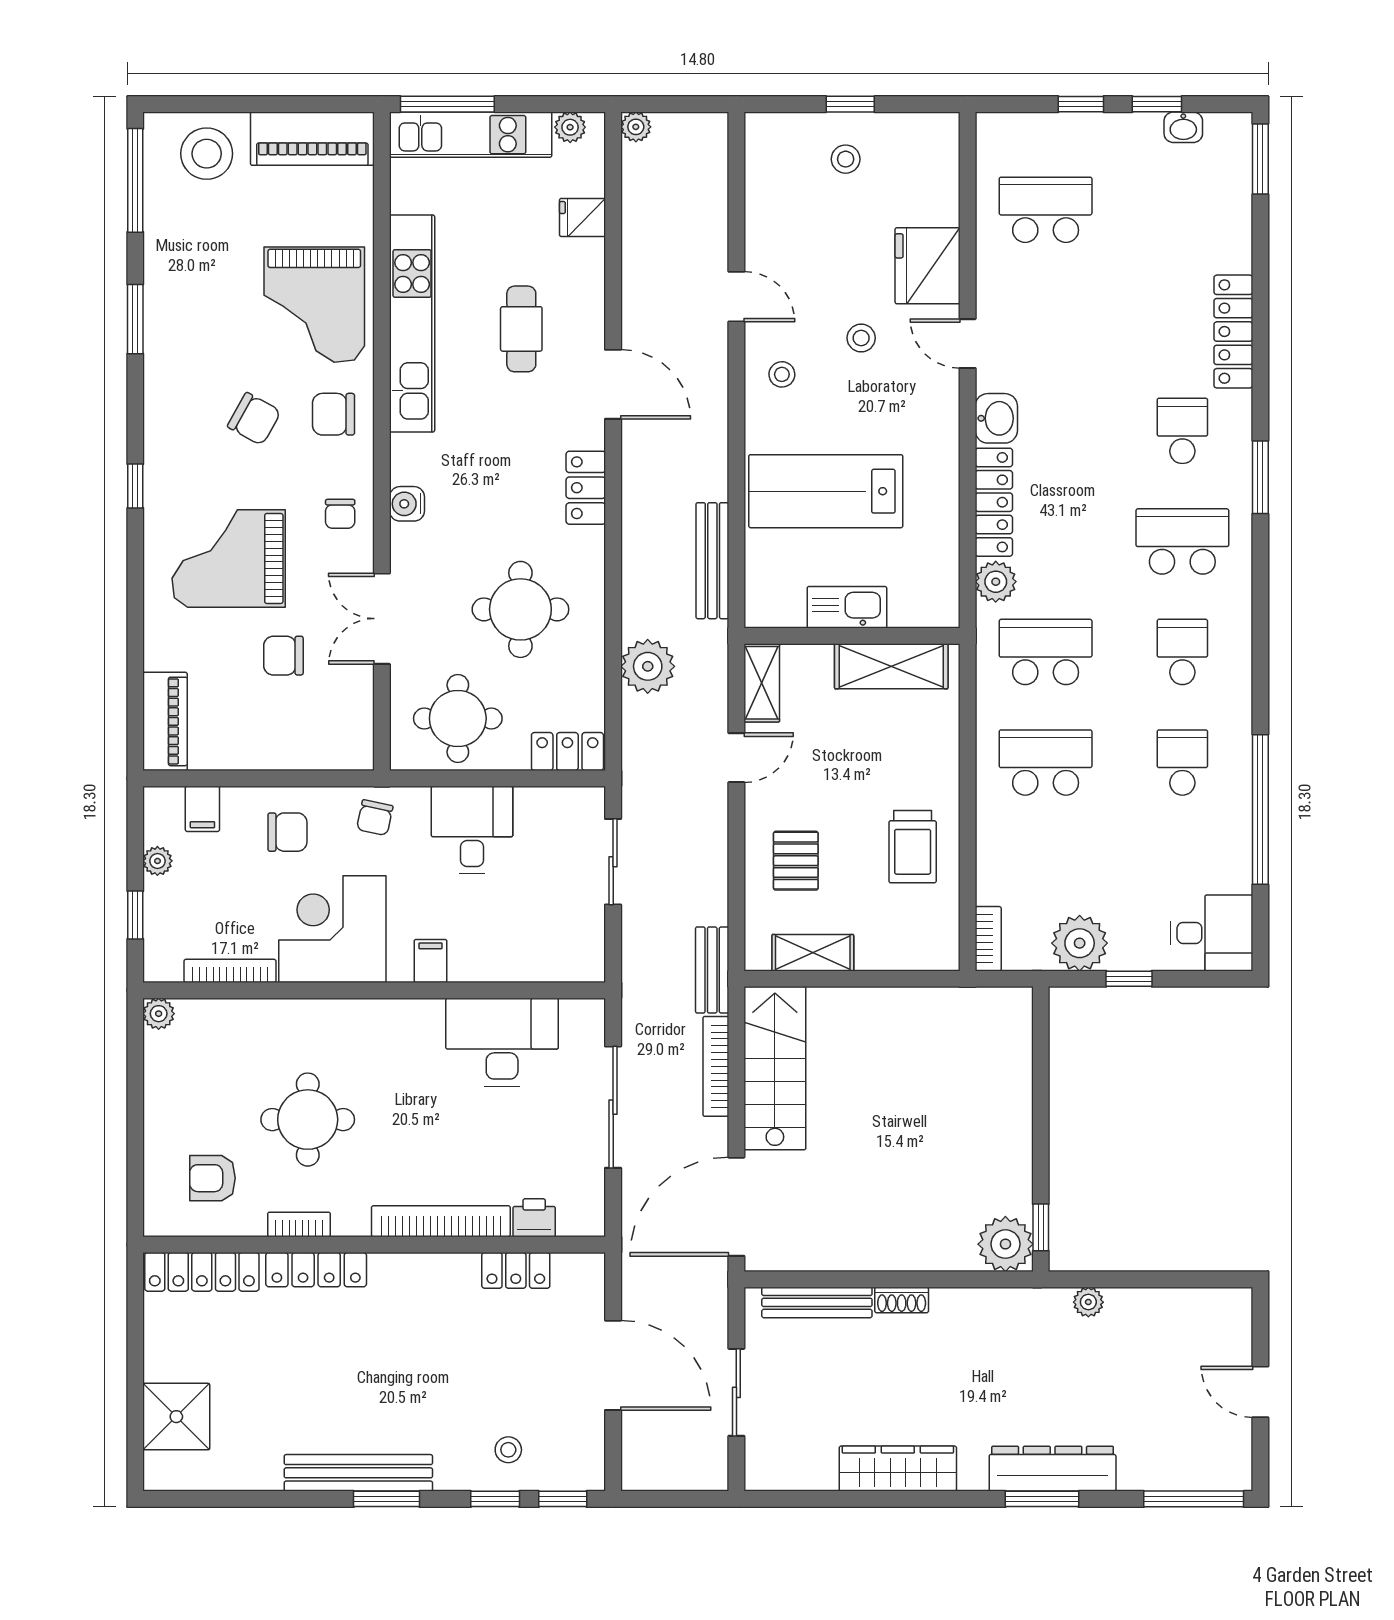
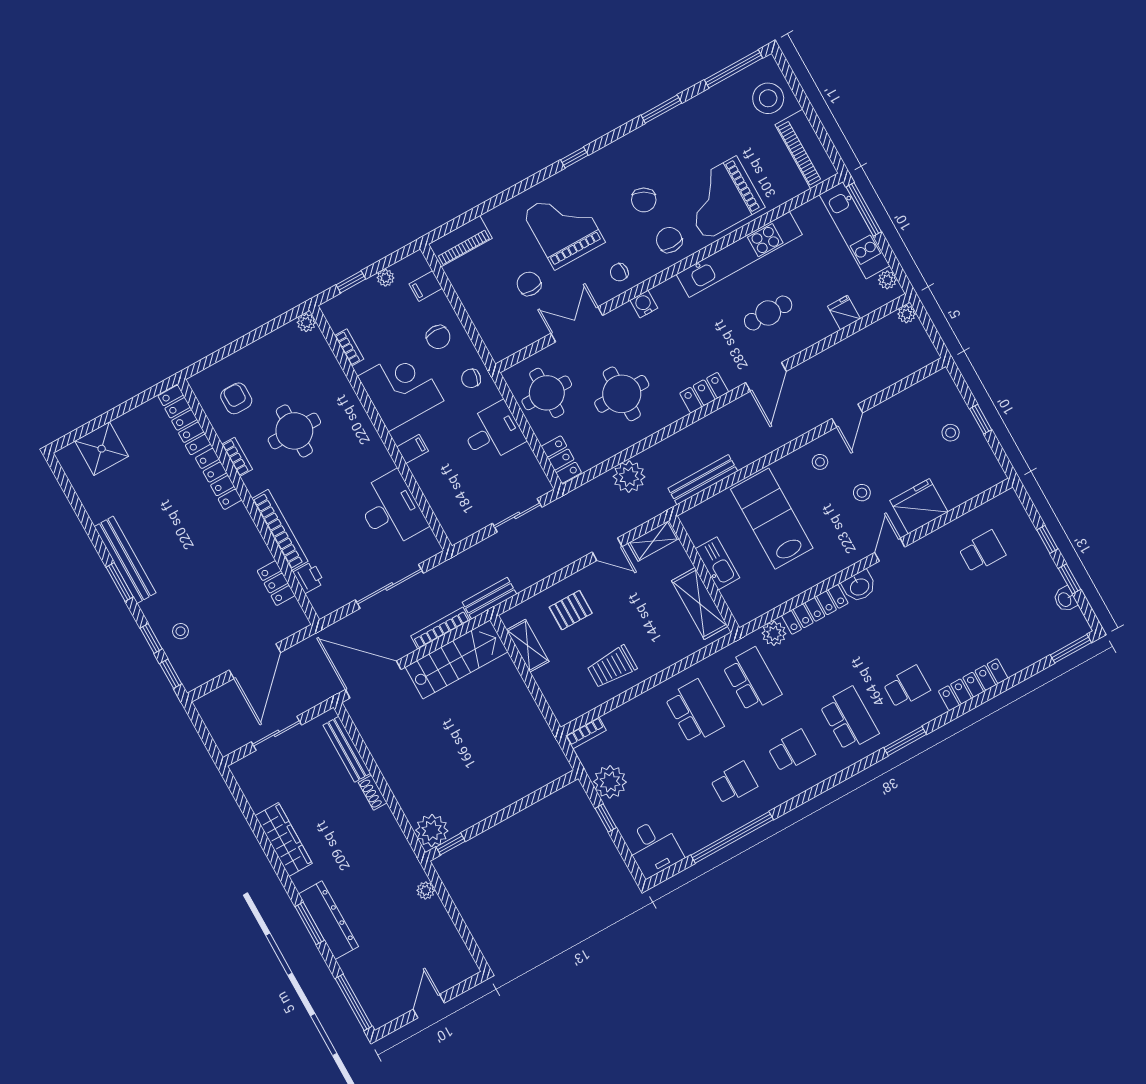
school desk: (1046, 210) -> (982, 552), width x0.54
bookcase: (230, 971) -> (349, 347), width x0.64

